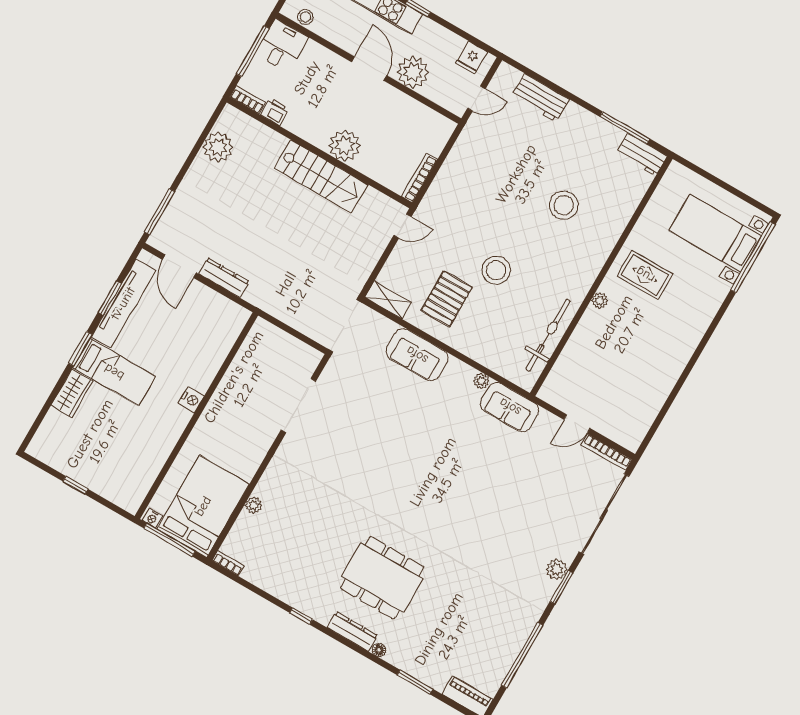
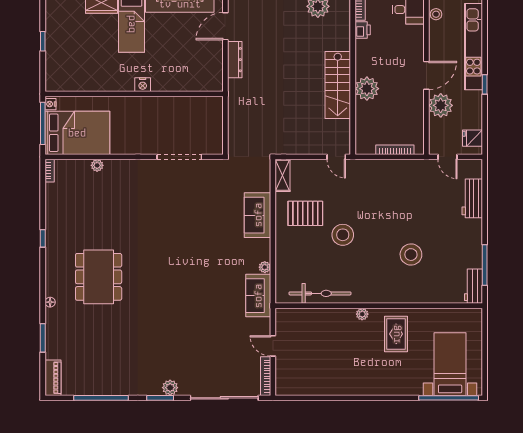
bookcase: (419, 178) -> (395, 150), moved
dresser: (352, 631) -> (52, 278), removed

